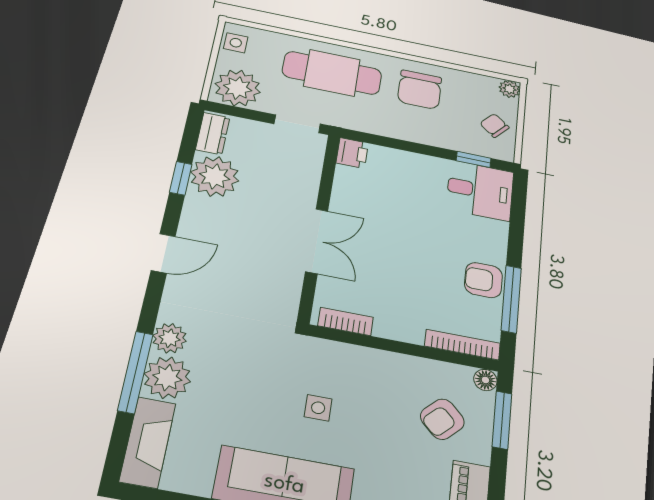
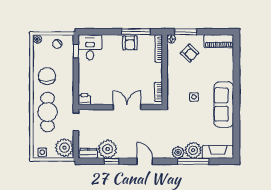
chair: (420, 90) -> (47, 76), turned -90

